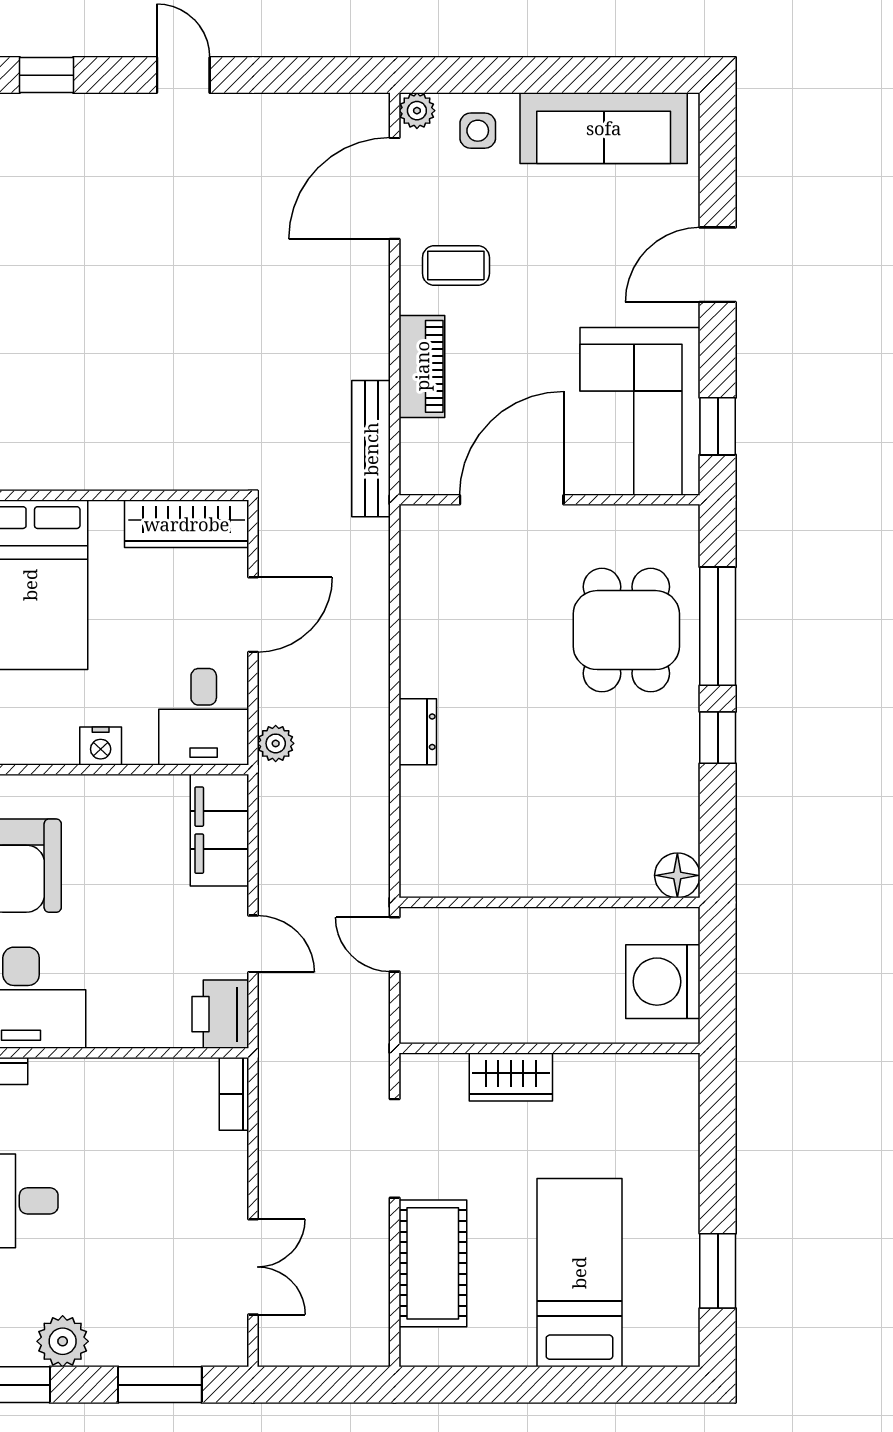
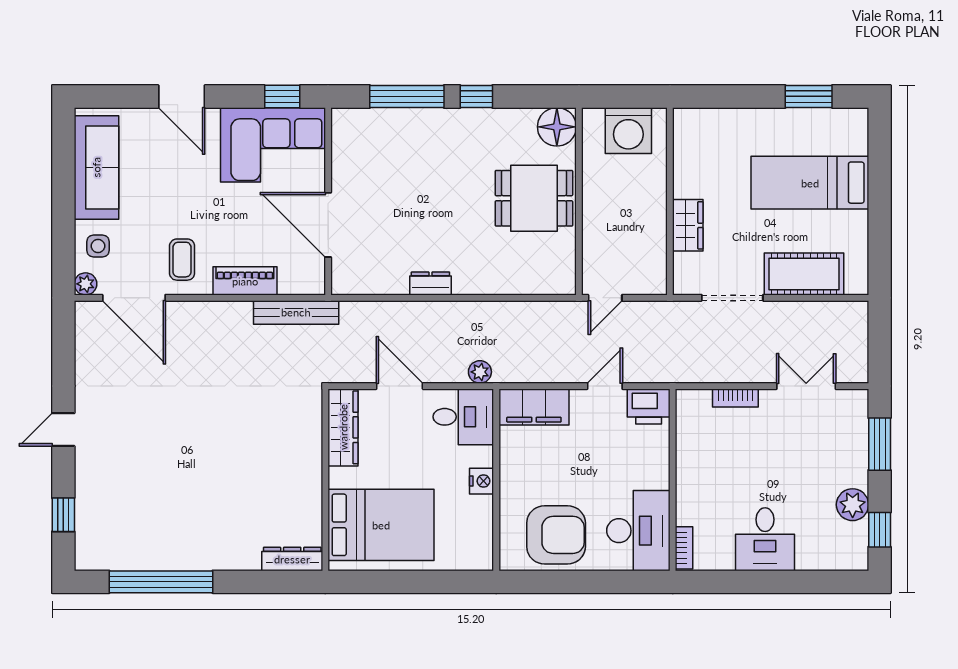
dining table: (626, 630) -> (534, 198), moved
dresser: (418, 732) -> (430, 283), moved
floor lamp: (677, 875) -> (557, 127), width x1.38, depth x1.38
bookcase: (234, 1094) -> (735, 398), moved

